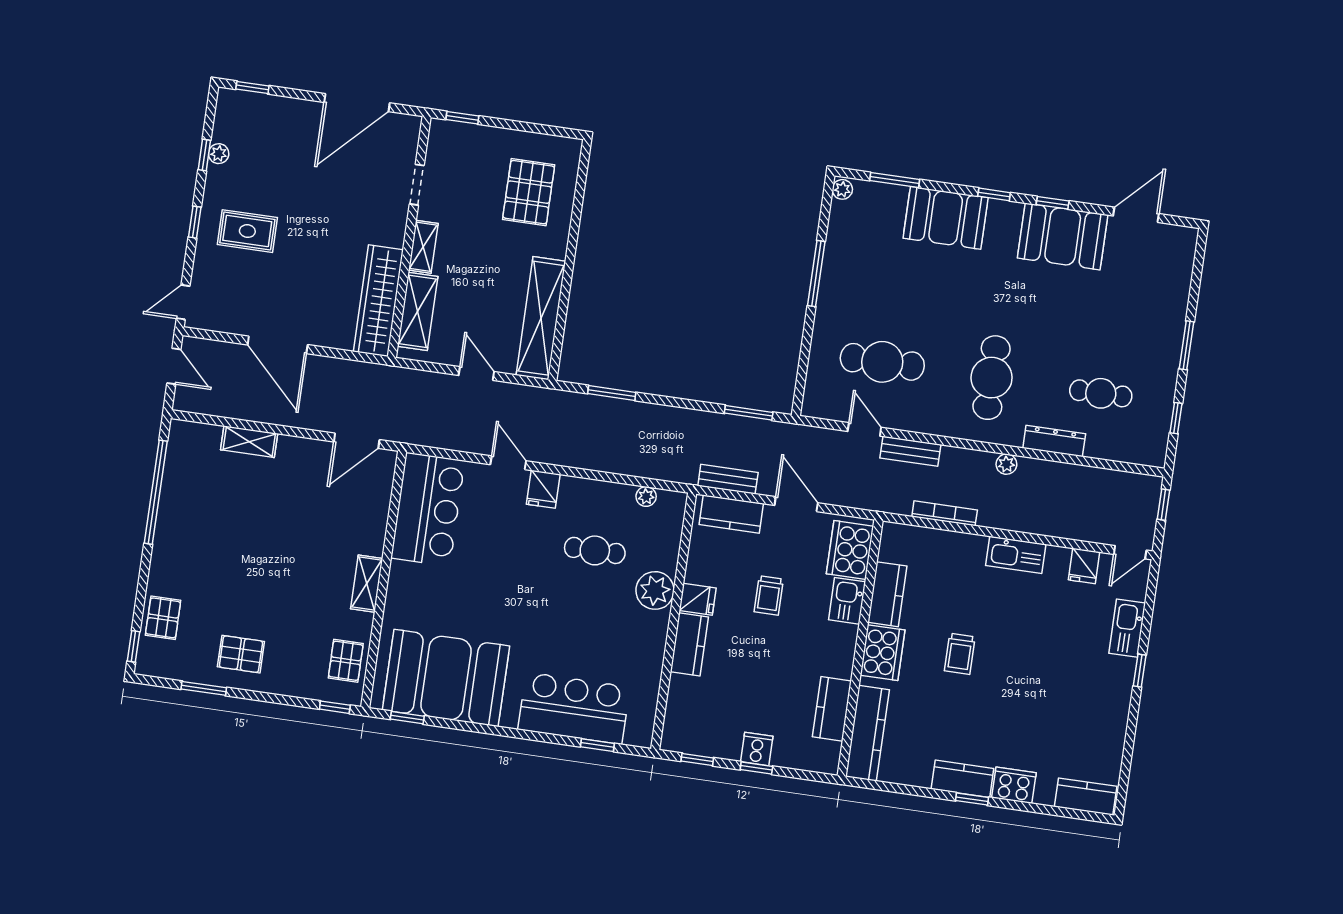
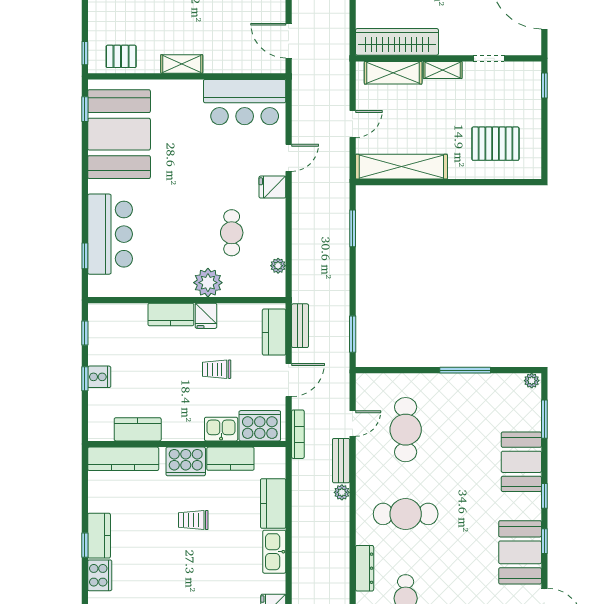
plant: (1006, 464) -> (342, 492), moved
bookcase: (945, 513) -> (298, 434), moved
kitchen counter: (953, 547) -> (273, 503), added

